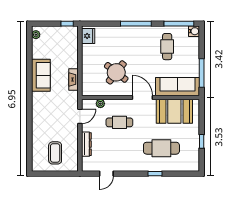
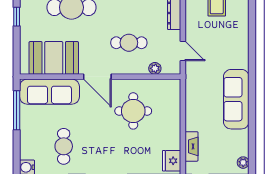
round table: (116, 72) -> (133, 111), turned -38
sofa: (41, 75) -> (236, 99), width x1.36
fireplace: (74, 80) -> (192, 146), moved
door: (80, 116) -> (183, 51), swing flipped

